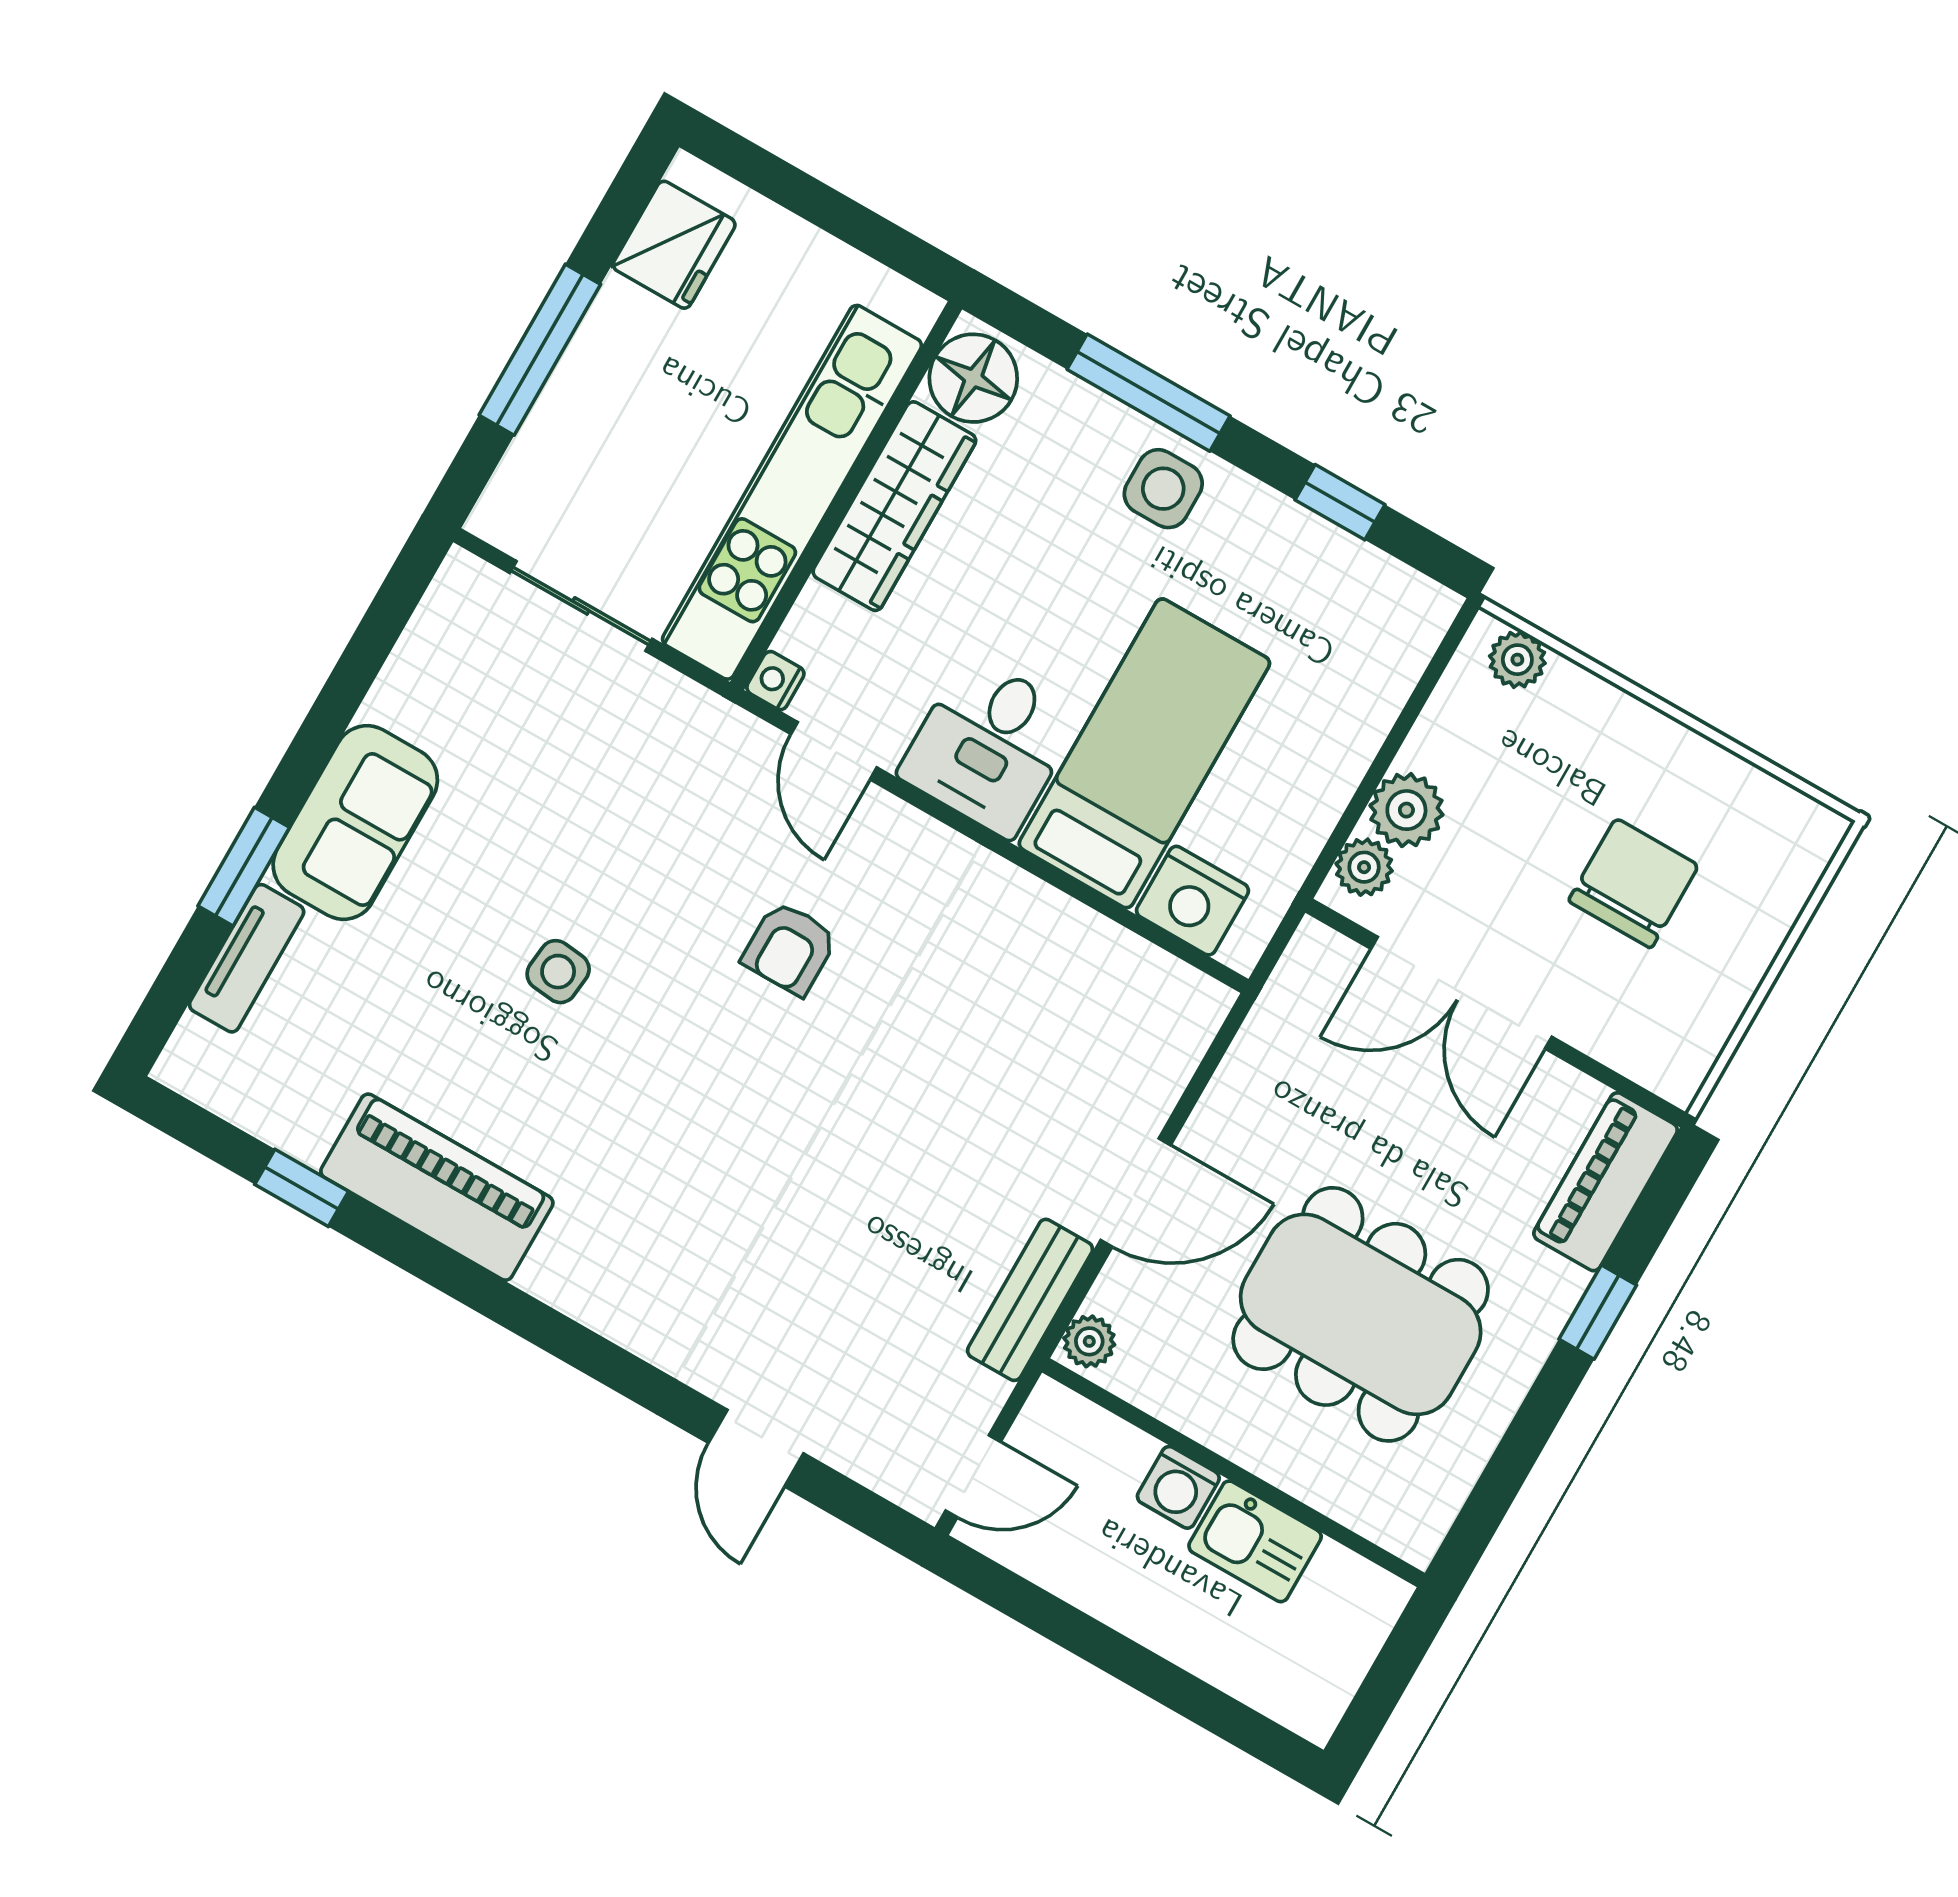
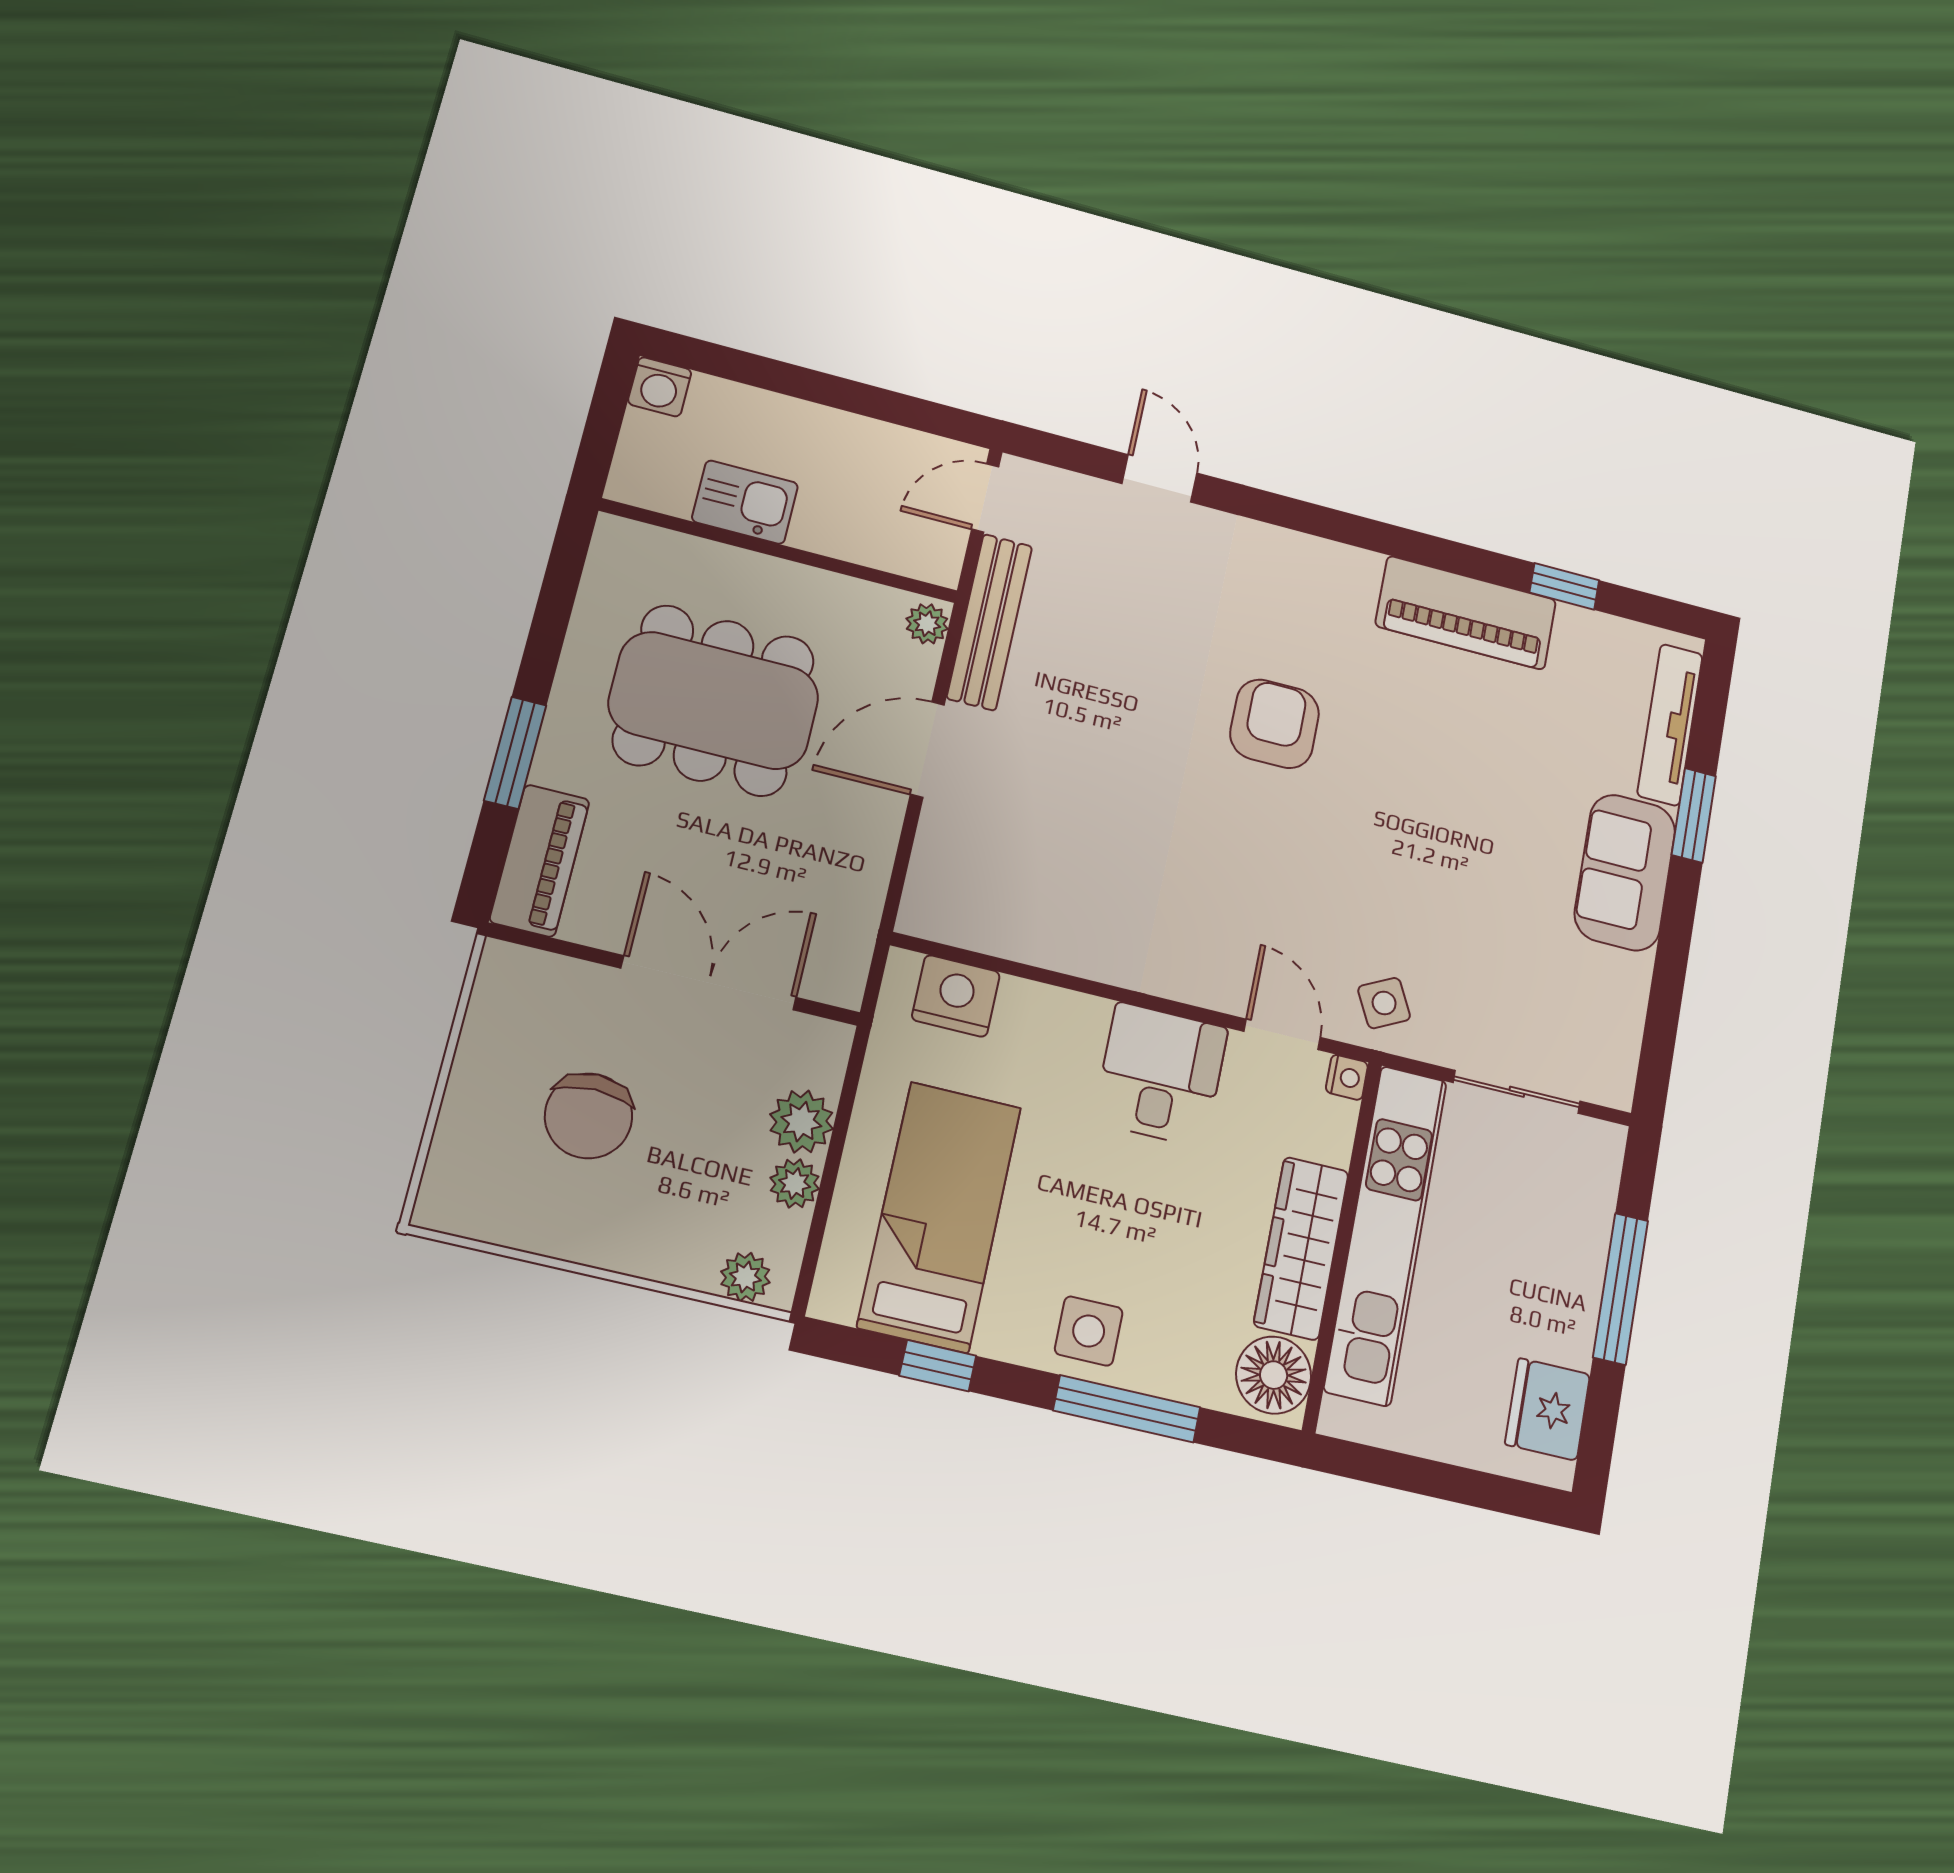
bed: (1144, 753) -> (939, 1217), moved, turned 180
plant: (1364, 867) -> (795, 1183), moved
armchair: (790, 948) -> (1275, 724), moved, width x1.38, depth x1.38
tv unit: (247, 958) -> (1670, 725), width x1.41
side table: (558, 972) -> (1384, 1003), moved, turned -33
bench: (1030, 1300) -> (990, 622), width x1.36
window: (1598, 1312) -> (515, 753), width x1.50
washing machine: (1178, 1487) -> (660, 387), moved, turned 180

